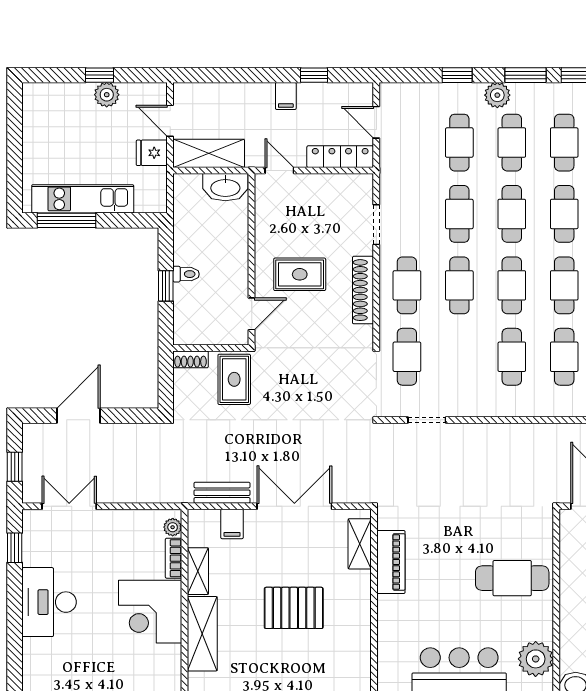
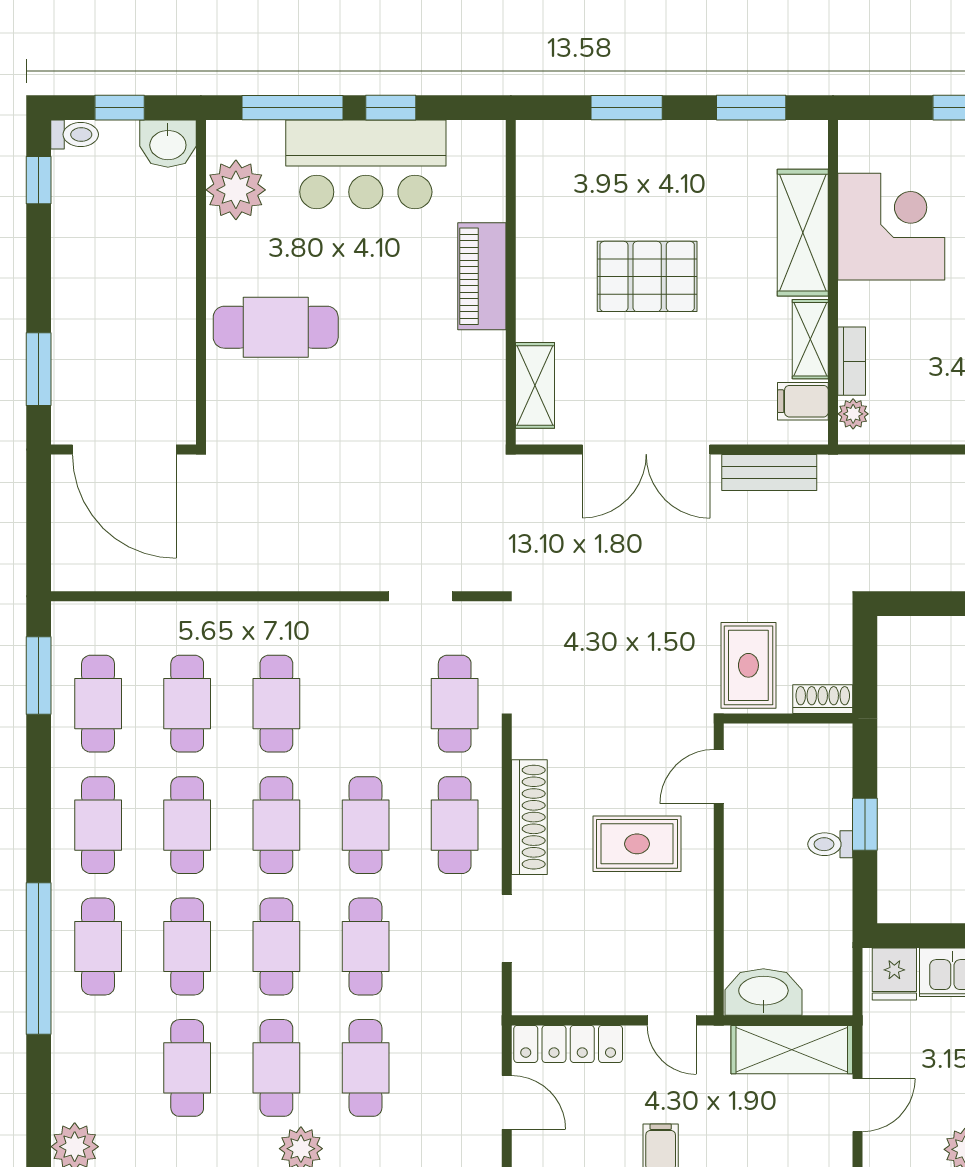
door: (170, 121) -> (857, 1105), hinge flipped
fridge: (152, 153) -> (894, 974), moved, turned 90
filing cabinet: (232, 524) -> (803, 401), moved, turned -90
piano: (391, 562) -> (482, 276), moved
corner desk: (150, 612) -> (891, 227), moved

